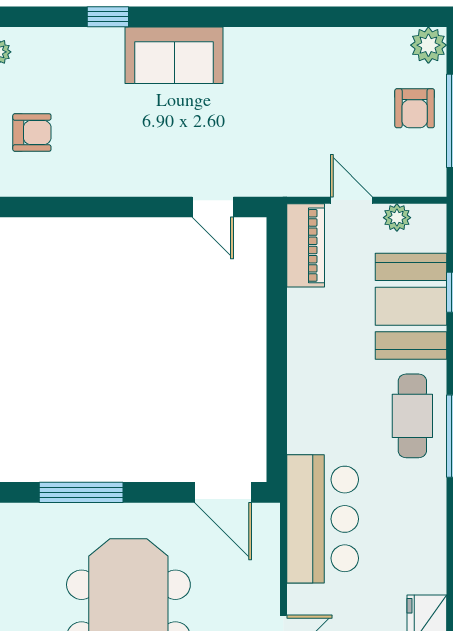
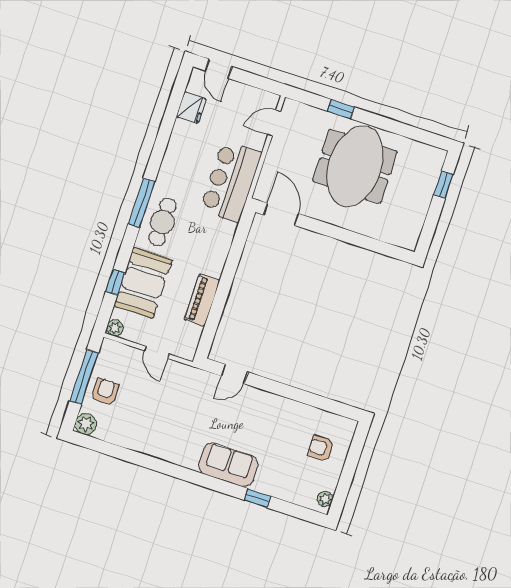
door: (213, 207) -> (235, 374), swing flipped
plant: (397, 218) -> (115, 328), moved
piano: (306, 245) -> (202, 300), moved
window: (81, 492) -> (359, 240), removed

